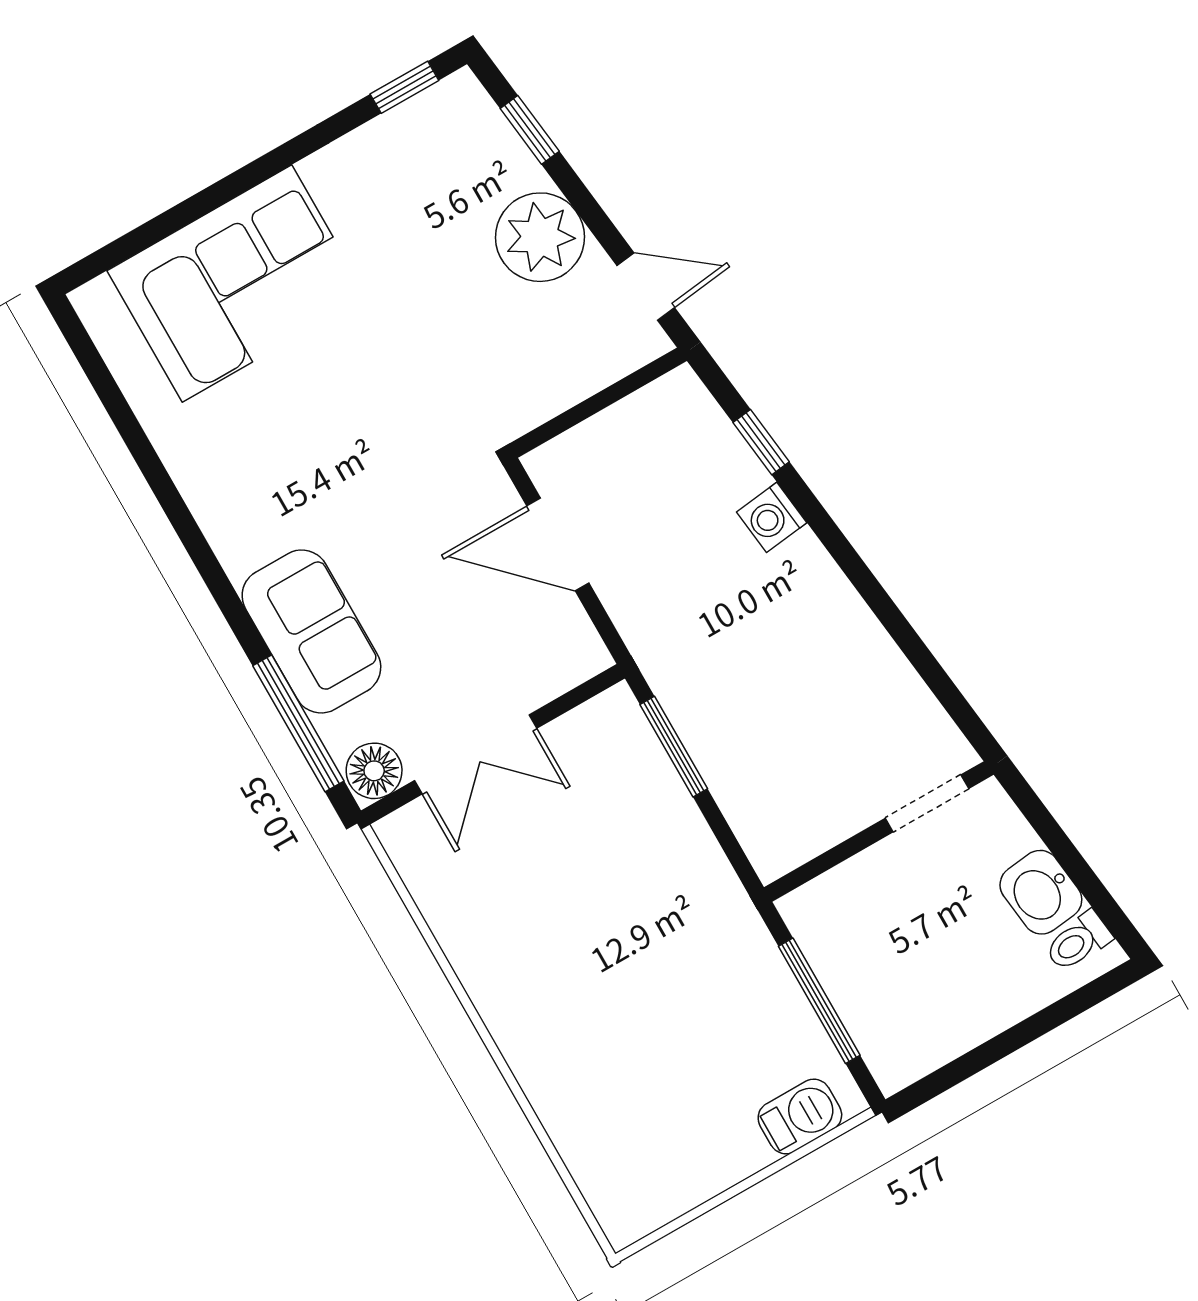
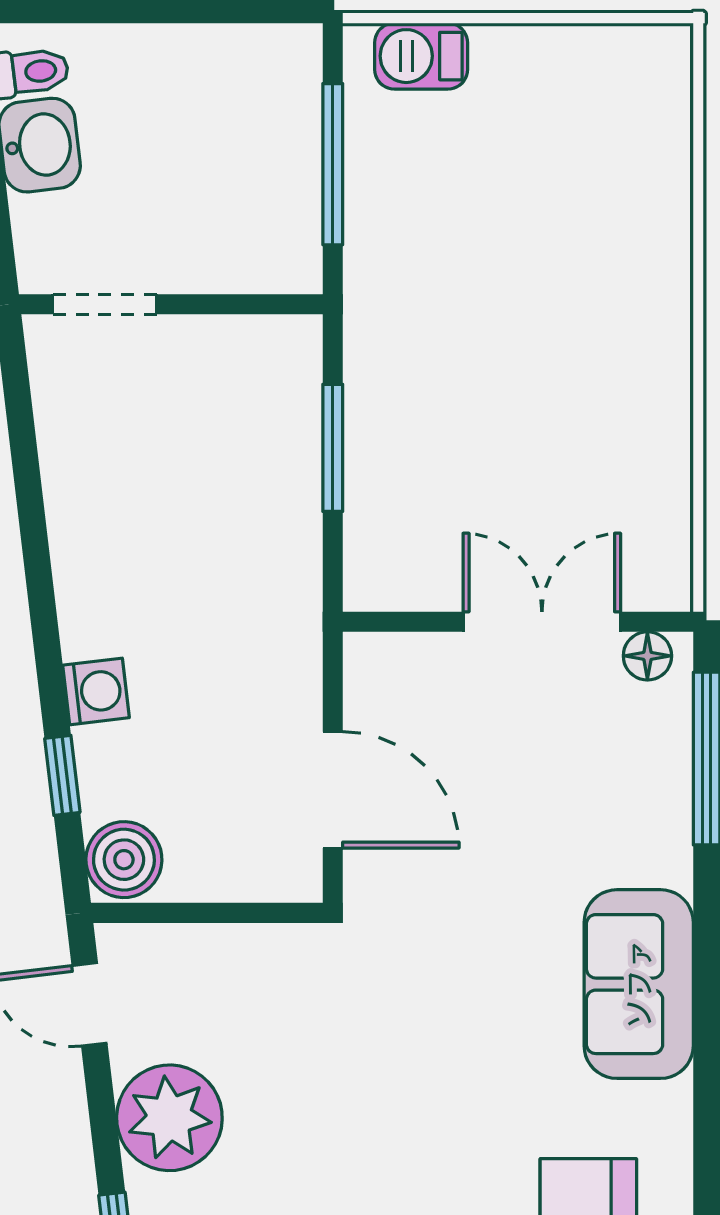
boiler: (681, 406) -> (124, 860), added
sofa: (311, 631) -> (639, 984), moved
window: (674, 747) -> (333, 448), moved
floor lamp: (374, 771) -> (647, 656), width x0.73, depth x0.73

